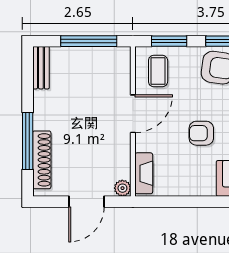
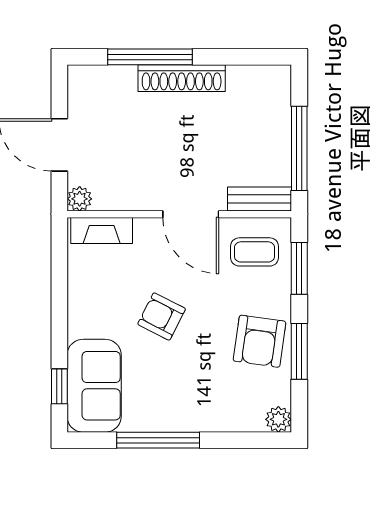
bench: (41, 68) -> (260, 199), moved
armchair: (201, 133) -> (162, 317), turned -63
shoe rack: (42, 160) -> (182, 78), moved

